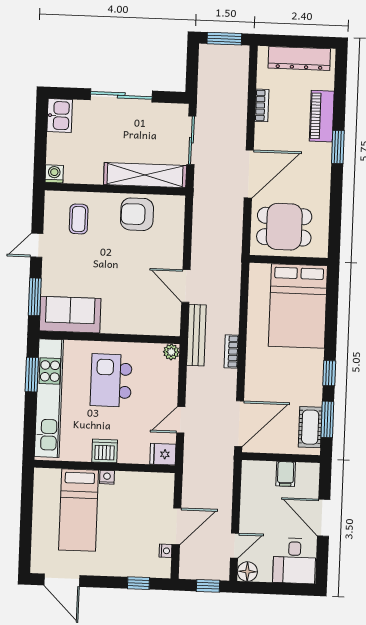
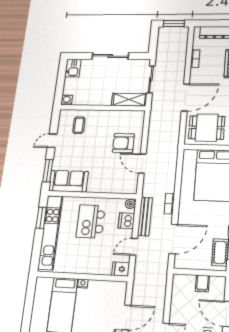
shelving: (145, 175) -> (129, 100), width x0.68
armchair: (137, 214) -> (123, 143), moved
bench: (196, 335) -> (145, 217), moved
door: (239, 424) -> (173, 239), moved
dishwasher: (105, 451) -> (126, 221), moved, turned -90

